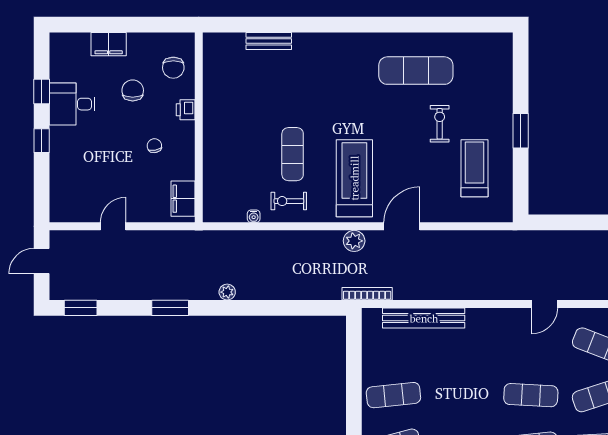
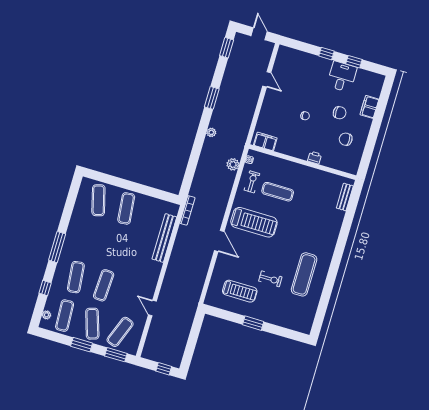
printer: (186, 110) -> (315, 158), moved
wall: (199, 127) -> (303, 162), moved
filing cabinet: (183, 199) -> (265, 142), moved
plant: (354, 241) -> (233, 164), moved

